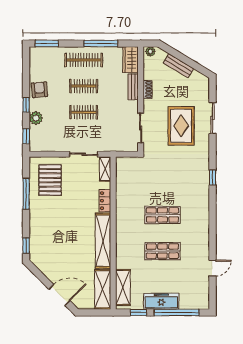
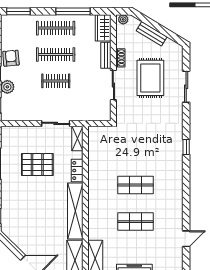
clothes rail: (84, 86) -> (56, 55), width x1.36
rug: (181, 126) -> (150, 78), moved
sliding door: (141, 128) -> (113, 85), moved
pallet: (50, 180) -> (37, 165), moved, turned 90

